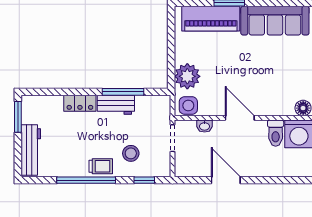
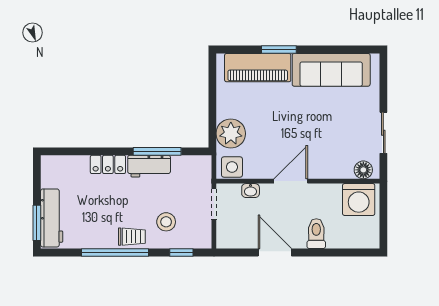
window: (18, 117) -> (37, 223), moved
door: (240, 118) -> (291, 181), hinge flipped
toilet: (276, 133) -> (316, 234), moved, turned 180

